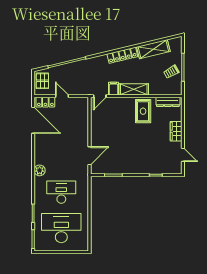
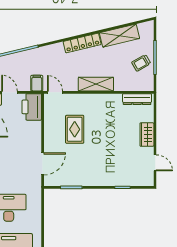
filing cabinet: (114, 89) -> (37, 83), moved
door: (100, 96) -> (55, 92), swing flipped
printer: (80, 108) -> (32, 107), added
rug: (143, 111) -> (75, 129), moved

